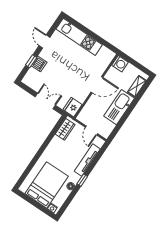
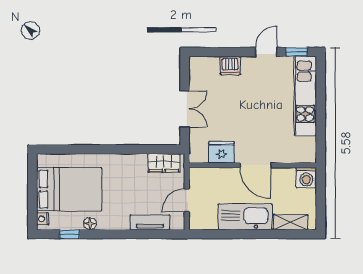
window: (31, 61) -> (297, 52), moved
fridge: (73, 107) -> (221, 152), moved
tv unit: (87, 160) -> (150, 222), width x0.71
window: (82, 180) -> (69, 234), moved

